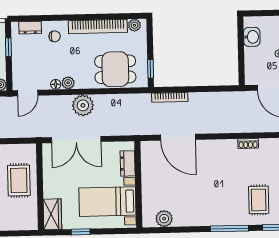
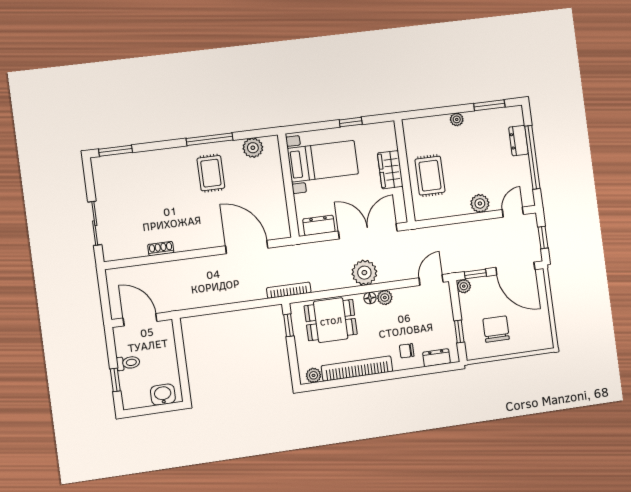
washbasin: (252, 37) -> (163, 395), moved, turned 90
floor lamp: (56, 84) -> (370, 298), moved
bookcase: (170, 97) -> (289, 290), moved
dresser: (128, 163) -> (319, 225), moved, turned -90
rug: (259, 200) -> (211, 173), moved
wardrobe: (52, 214) -> (390, 170), moved
window: (229, 228) -> (210, 139), moved

